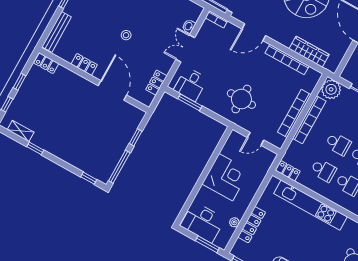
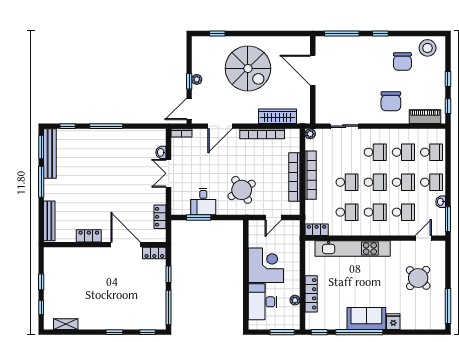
stool: (126, 35) -> (111, 190), removed
locker: (46, 63) -> (154, 253), moved
desk: (191, 84) -> (203, 202), moved
plant: (331, 89) -> (310, 134), width x0.53, depth x0.53
round table: (241, 99) -> (242, 190), turned -32
window: (35, 148) -> (114, 332), moved
desk: (203, 222) -> (263, 302), moved, turned 90

